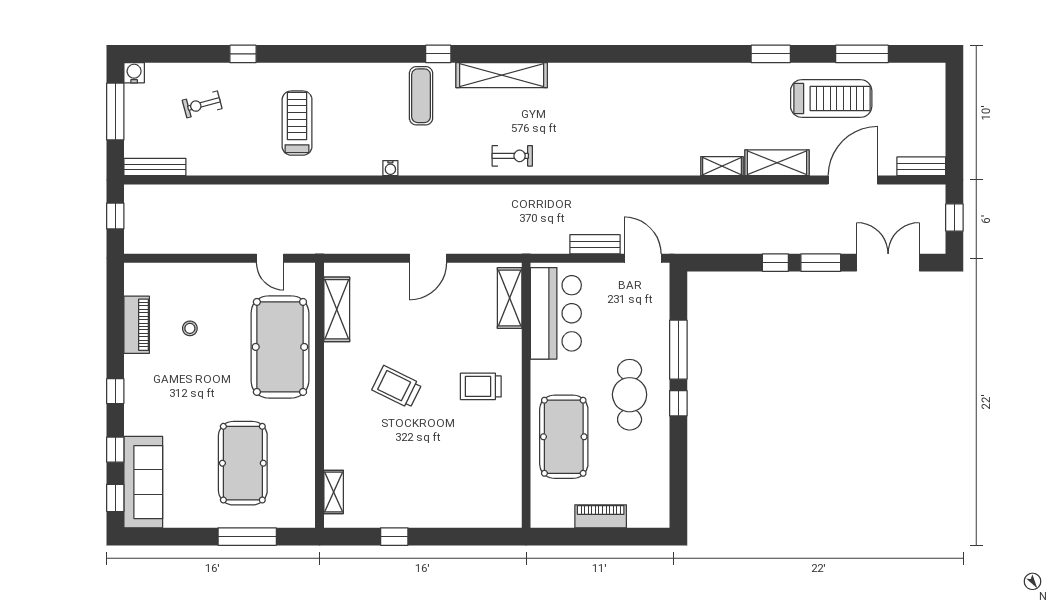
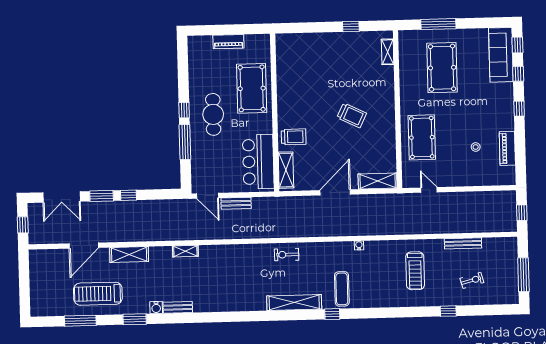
water cooler: (134, 73) -> (156, 307), moved
shelving: (722, 166) -> (185, 251), moved
bench: (921, 166) -> (178, 307), moved
bench: (155, 167) -> (463, 243), moved
door: (428, 258) -> (335, 192), width x1.36
shelving: (337, 309) -> (378, 181), moved, turned 90
pool table: (280, 347) -> (422, 137), width x0.73, depth x0.76
trolley: (481, 386) -> (294, 137), moved

